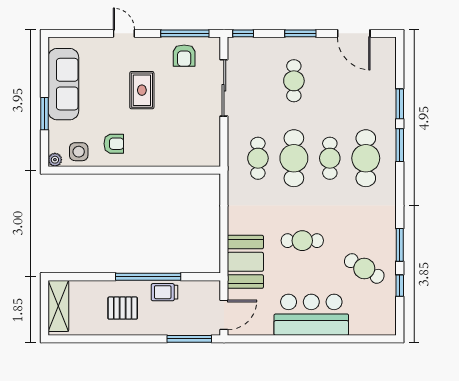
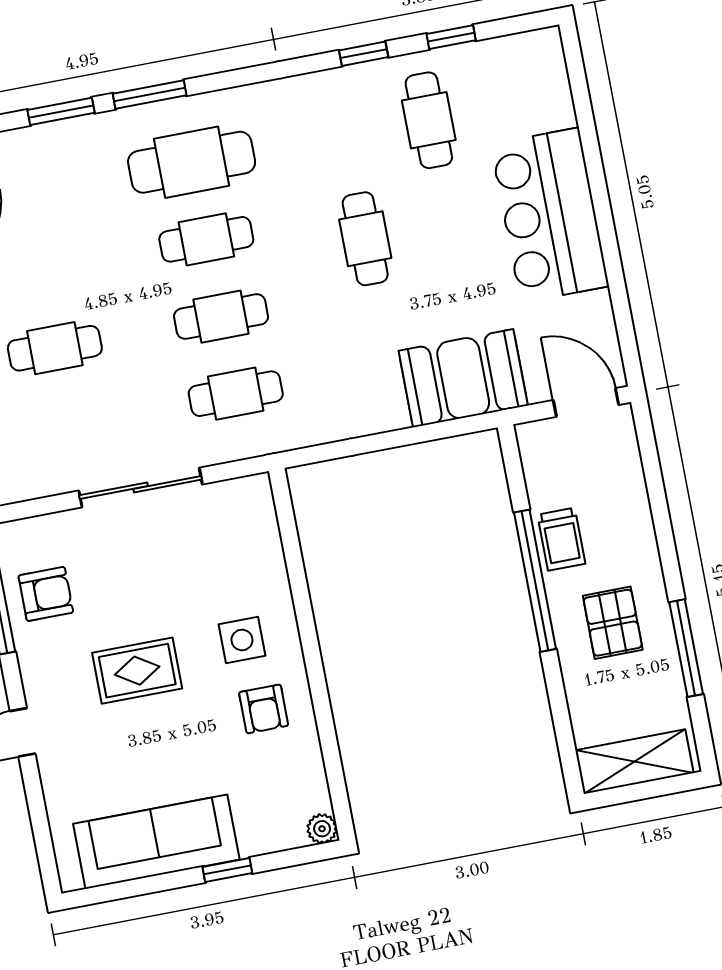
sliding door: (224, 88) -> (141, 487), moved
window: (44, 114) -> (227, 870), width x0.67
armchair: (114, 144) -> (264, 709), turned 180
side table: (79, 152) -> (242, 640), moved
cafe table: (294, 158) -> (221, 317), width x0.73, depth x0.74
cafe table: (302, 241) -> (365, 239), moved
window: (400, 245) -> (364, 54), width x0.67
cafe table: (364, 268) -> (429, 120), turned -31
window: (189, 339) -> (686, 648), moved

